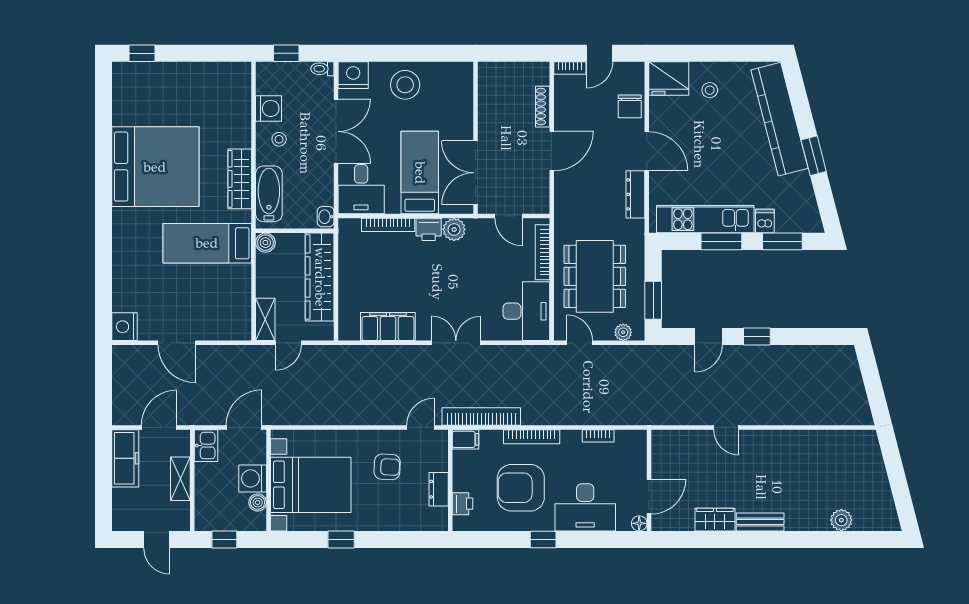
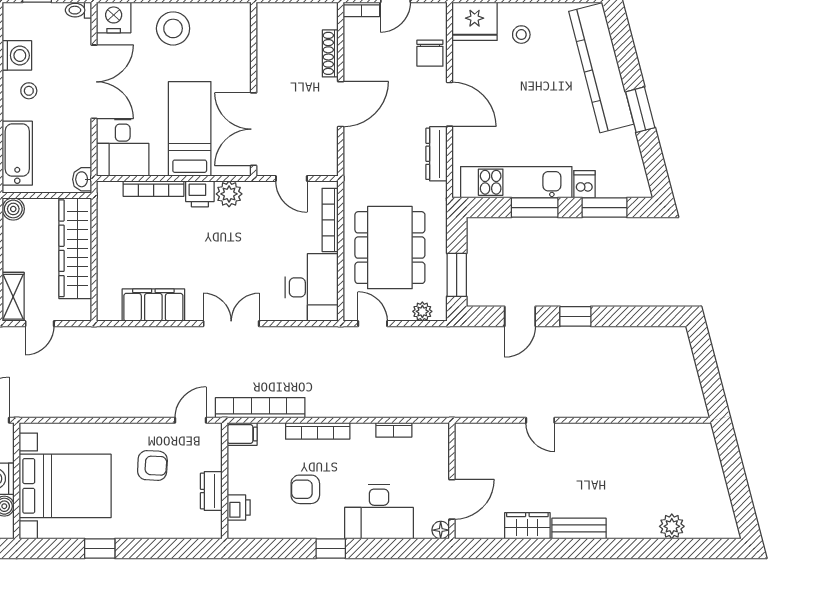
armchair: (521, 488) -> (305, 489), width x0.53, depth x0.53

